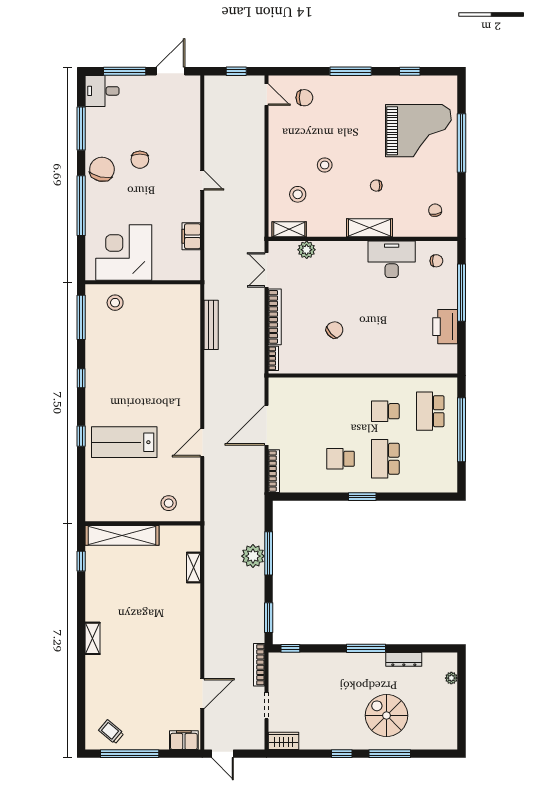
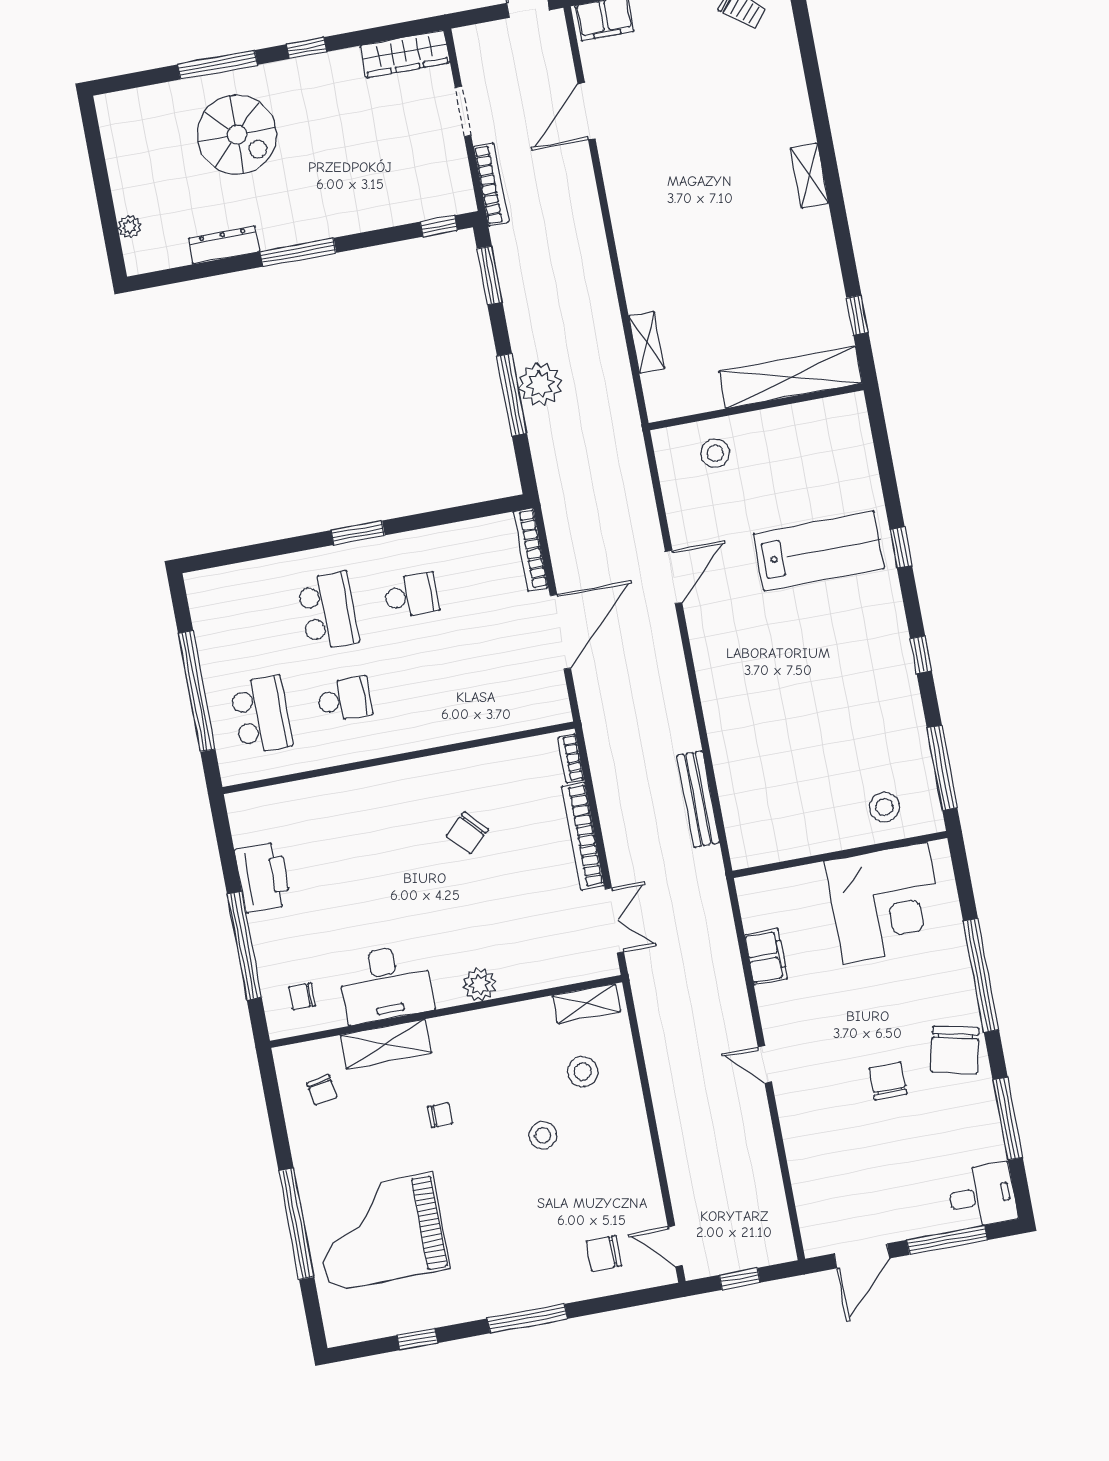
shelving: (369, 228) -> (386, 1044), moved
plant: (307, 250) -> (479, 984), moved
wardrobe: (284, 741) -> (405, 54), width x1.50

